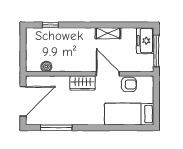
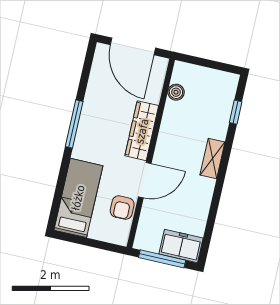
shelving: (108, 33) -> (212, 159), moved
wardrobe: (83, 83) -> (142, 131), width x1.50
window: (56, 128) -> (74, 124), moved

